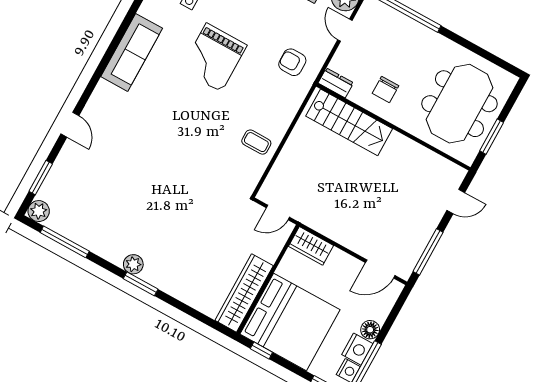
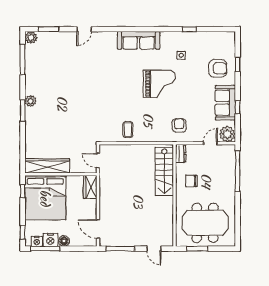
grand piano: (214, 57) -> (159, 84), turned 180

